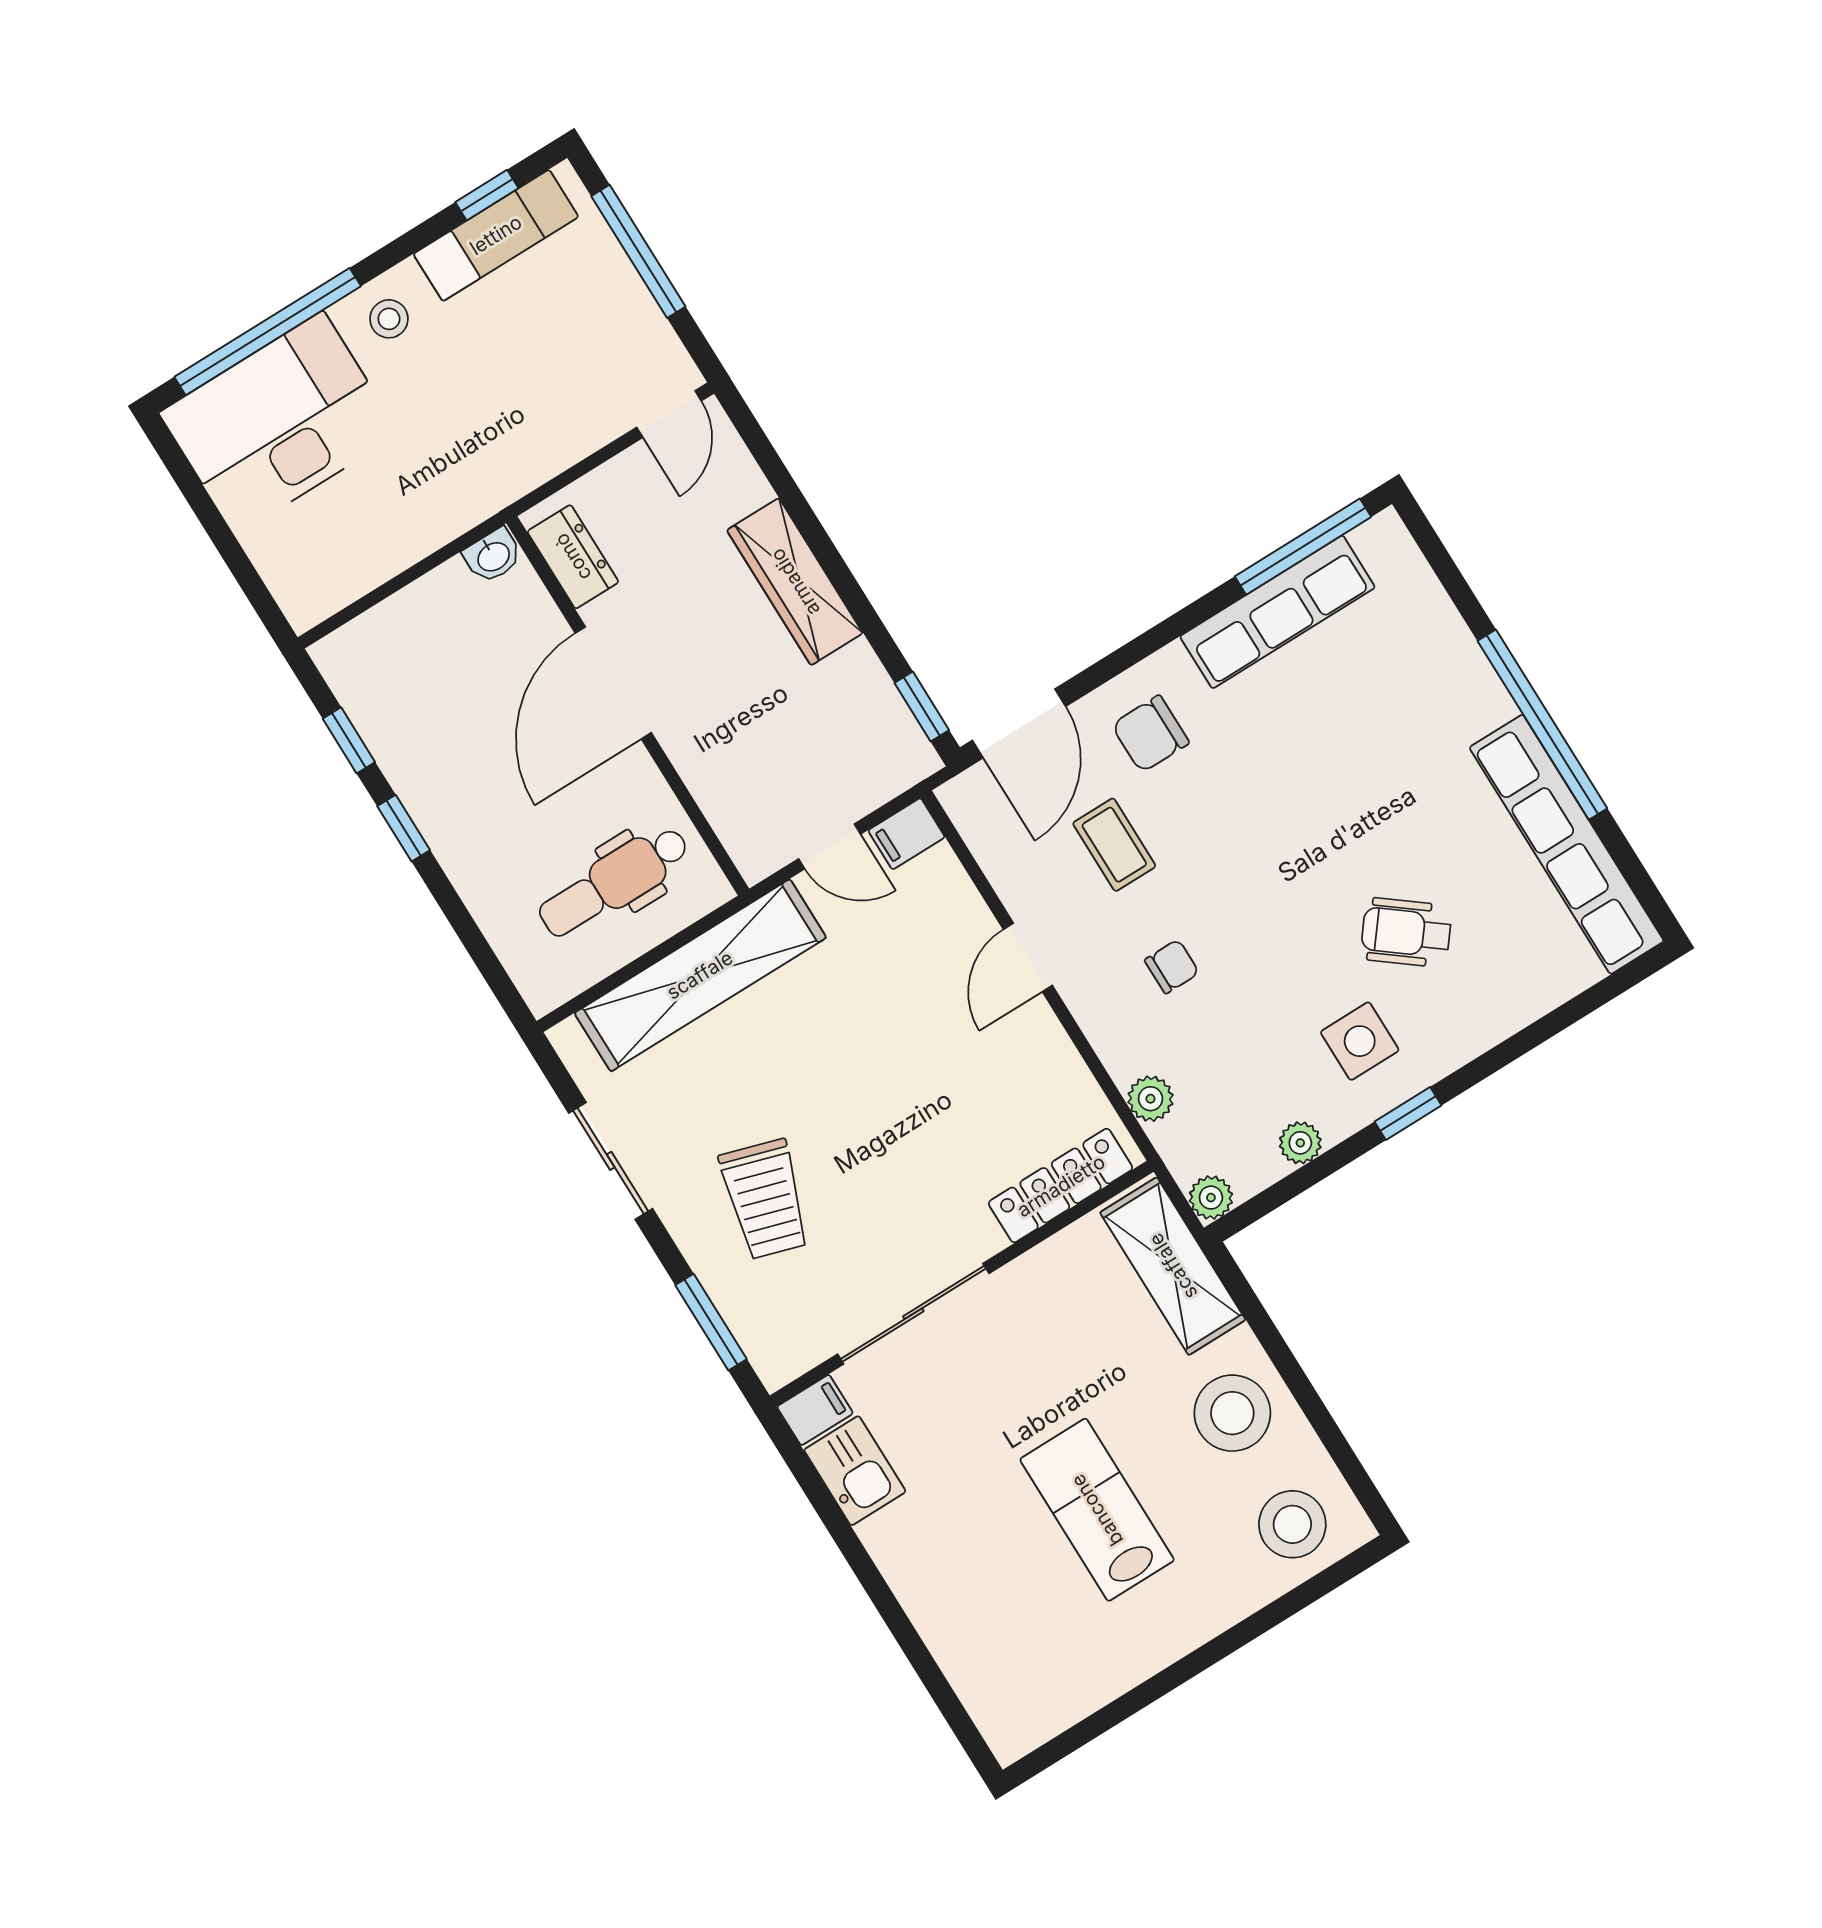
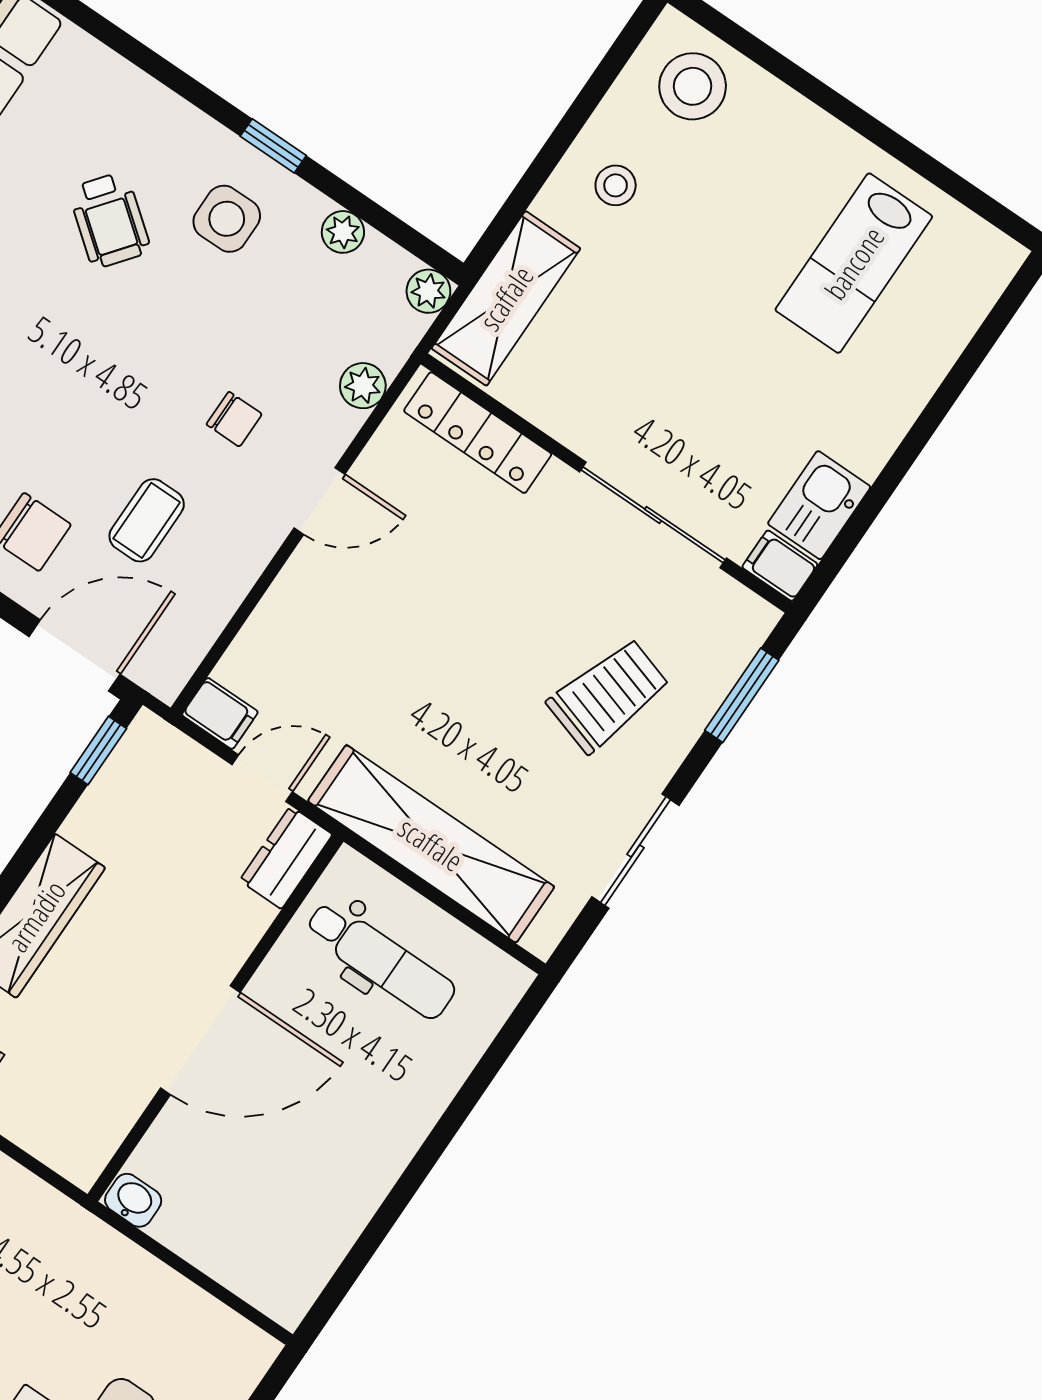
dresser: (573, 557) -> (286, 858), moved
window: (349, 740) -> (358, 1257), removed
window: (404, 828) -> (416, 1172), removed
door: (830, 846) -> (262, 778), hinge flipped
door: (1028, 957) -> (319, 501), moved
chair: (1172, 966) -> (234, 419), turned 180
stool: (1232, 1413) -> (616, 185), width x0.53, depth x0.53
lab bench: (1097, 1510) -> (854, 263), moved

